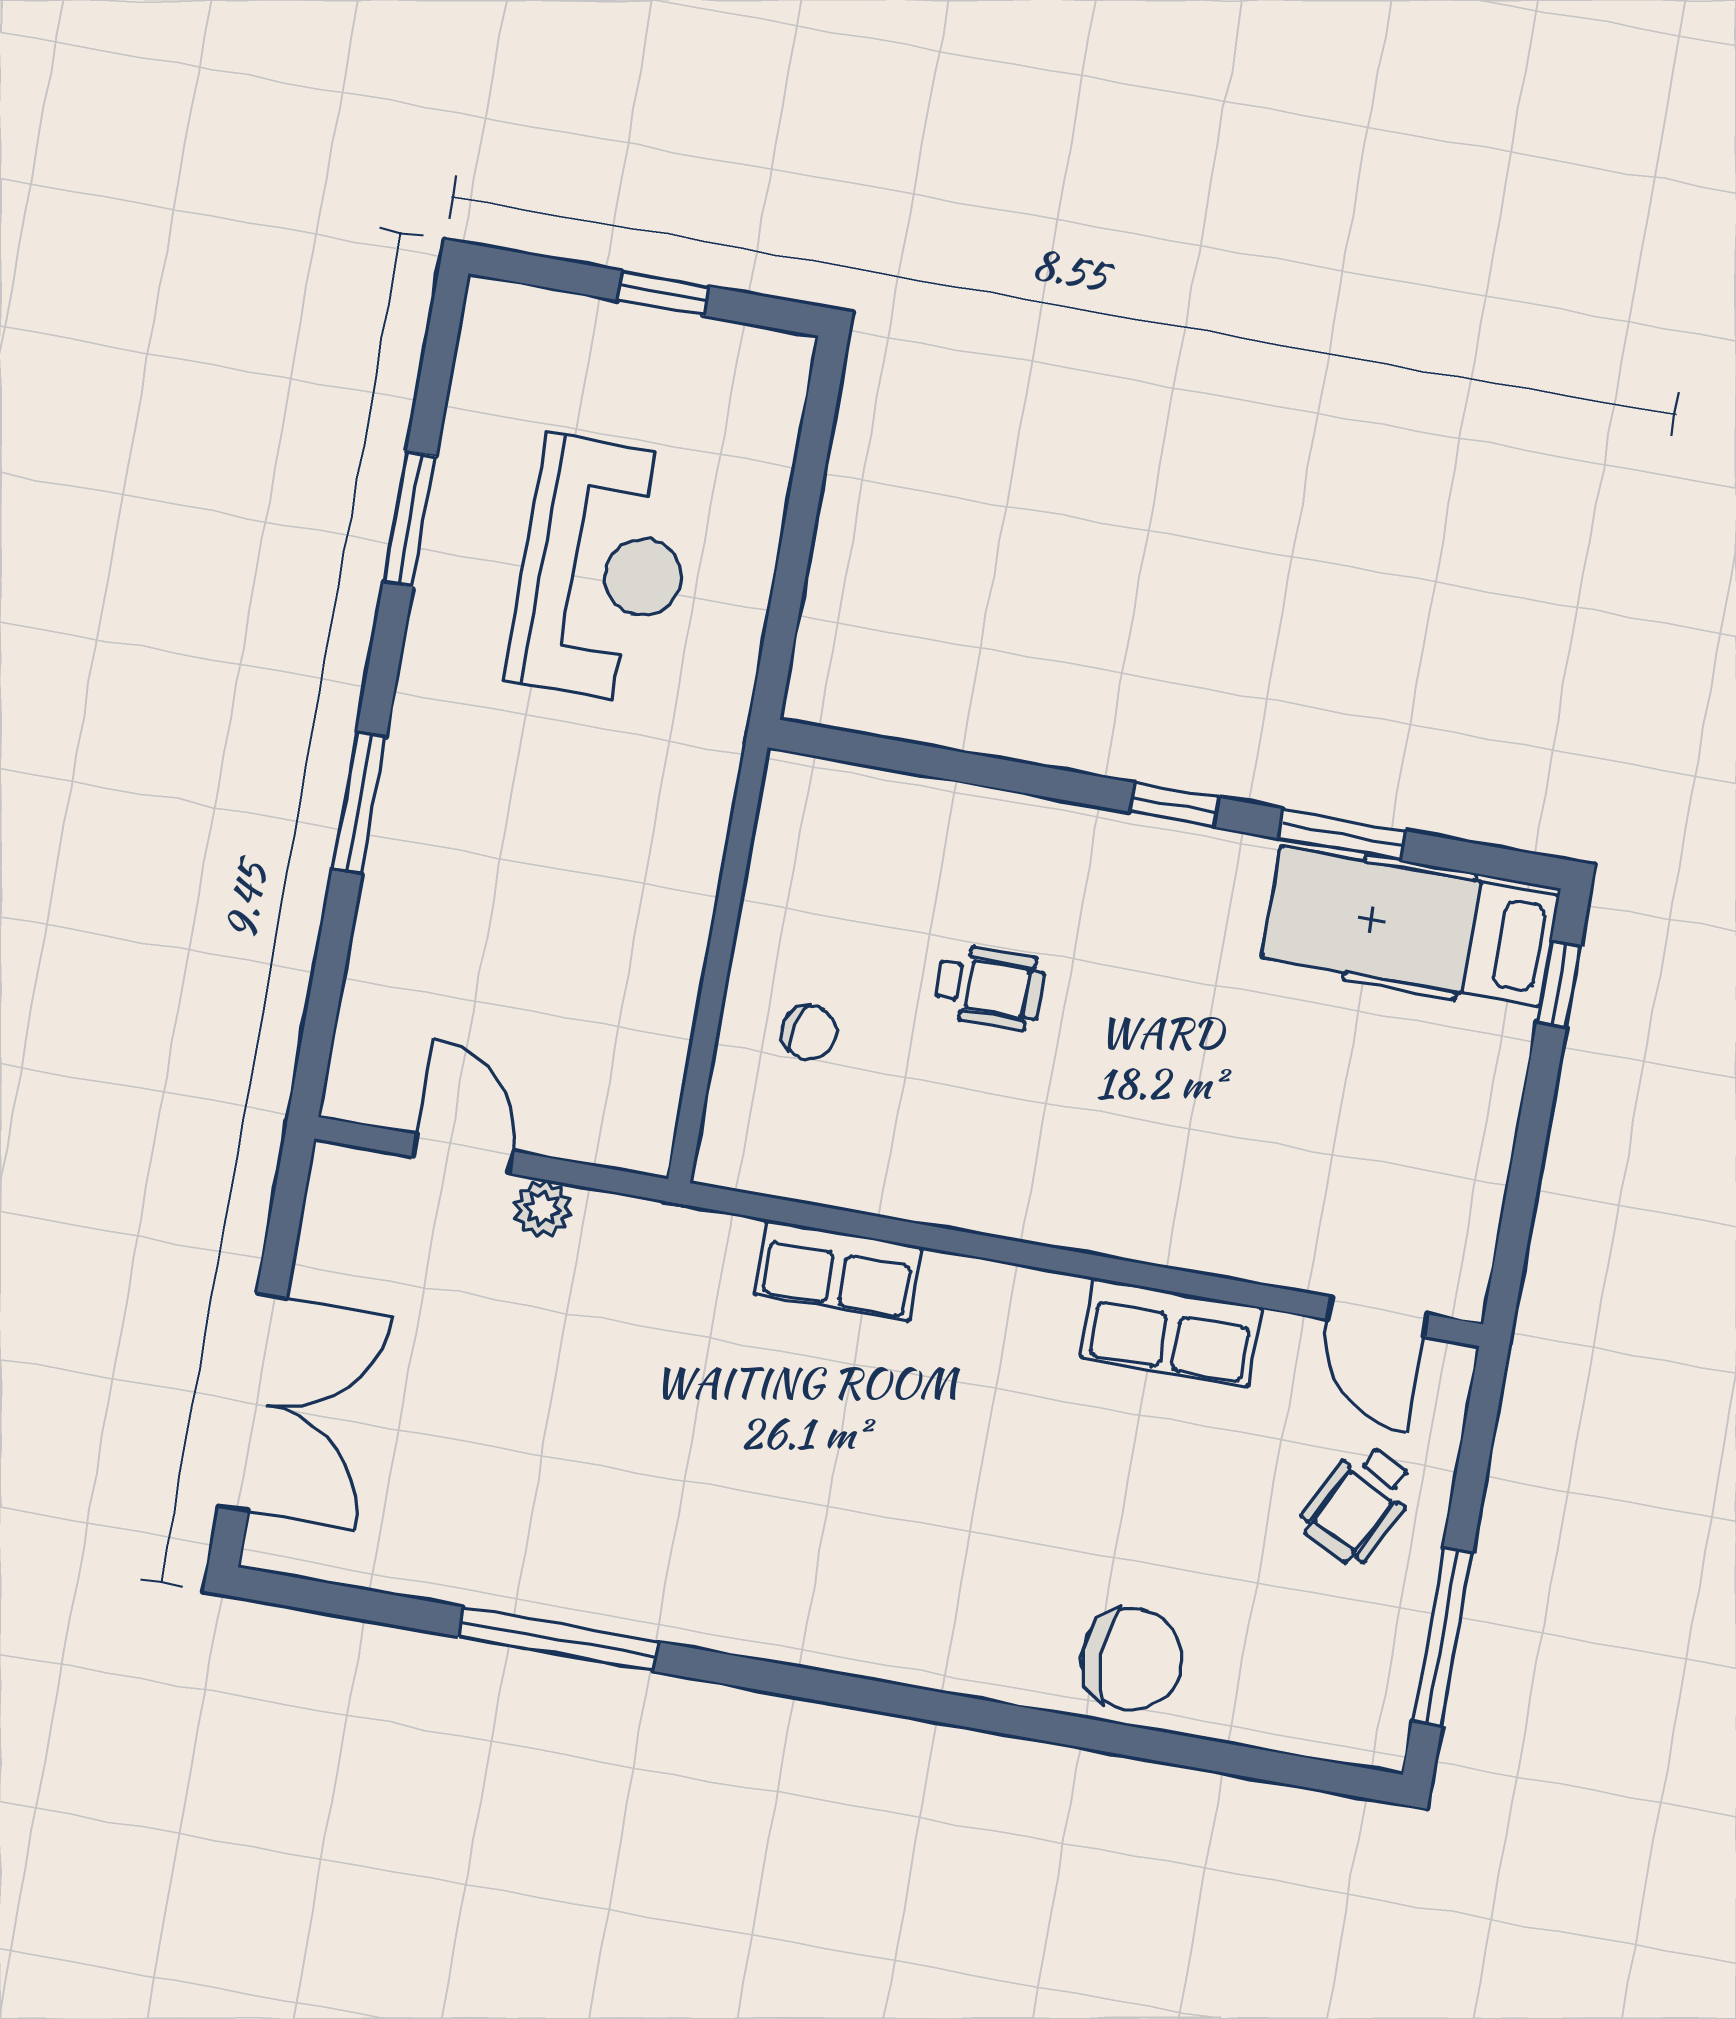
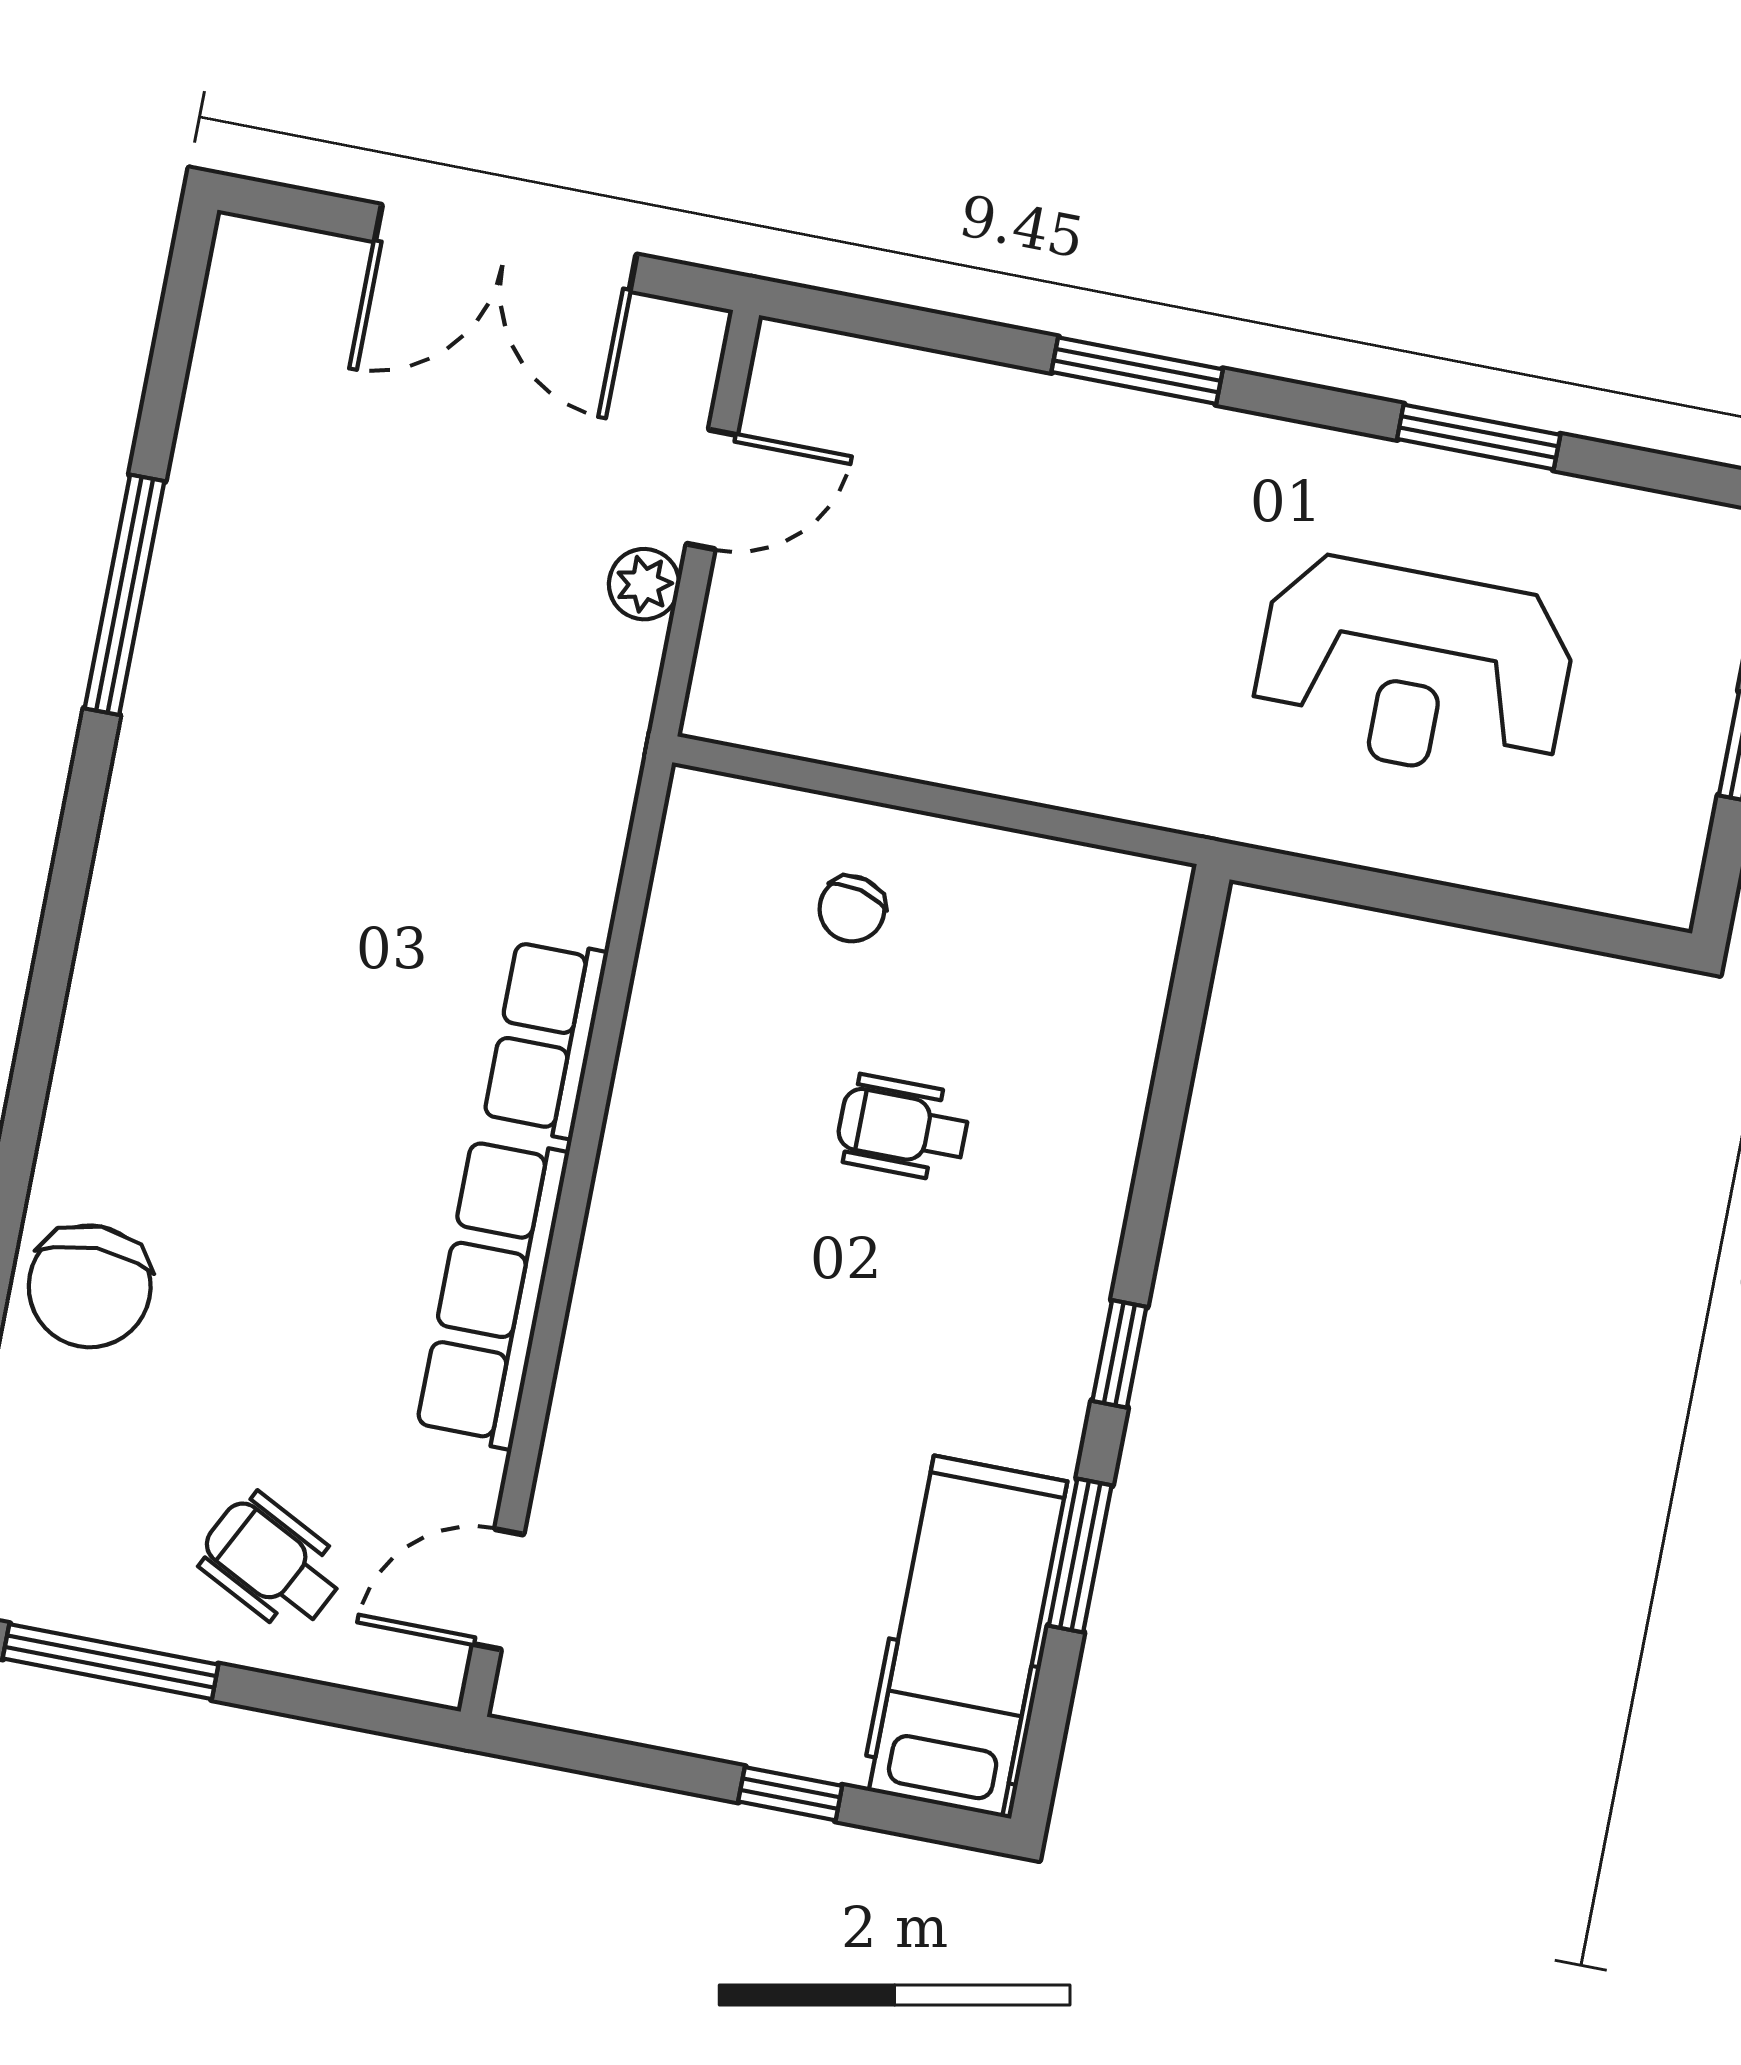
window: (1559, 984) -> (790, 1794), moved
wheelchair: (990, 987) -> (903, 1128), turned 90
row of seats: (838, 1270) -> (545, 1037), moved
row of seats: (1171, 1332) -> (492, 1292), width x1.48
double door: (252, 1402) -> (506, 248), moved

